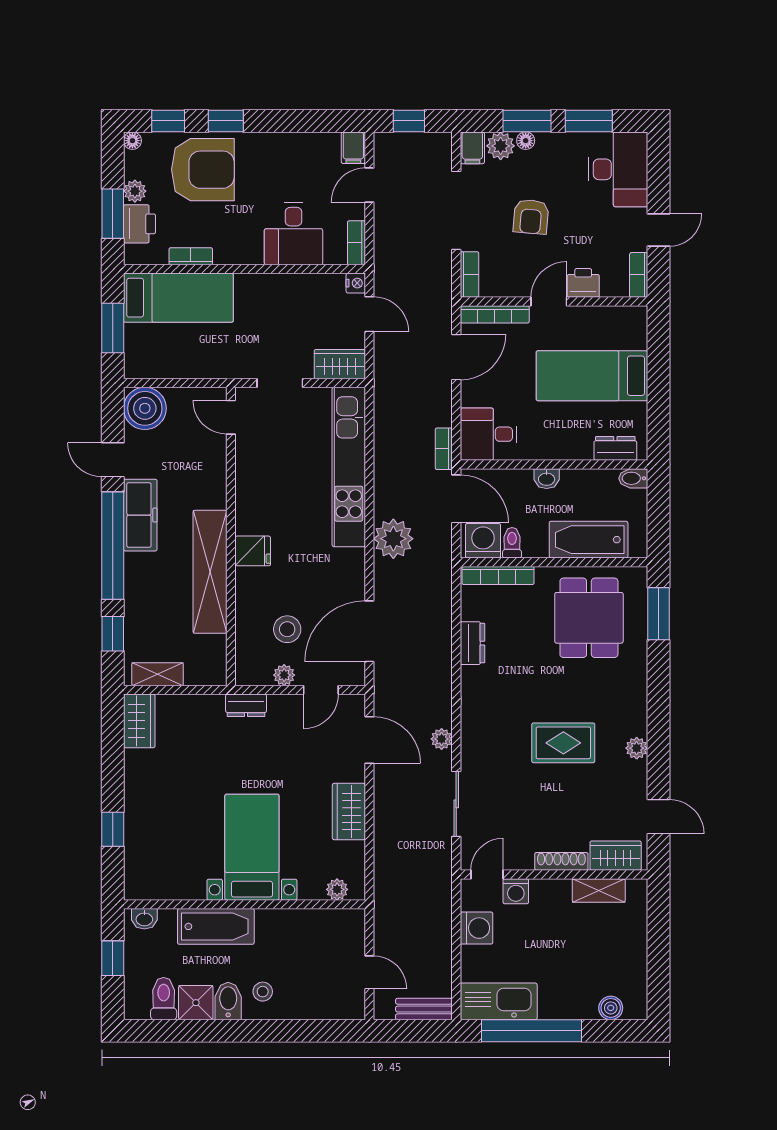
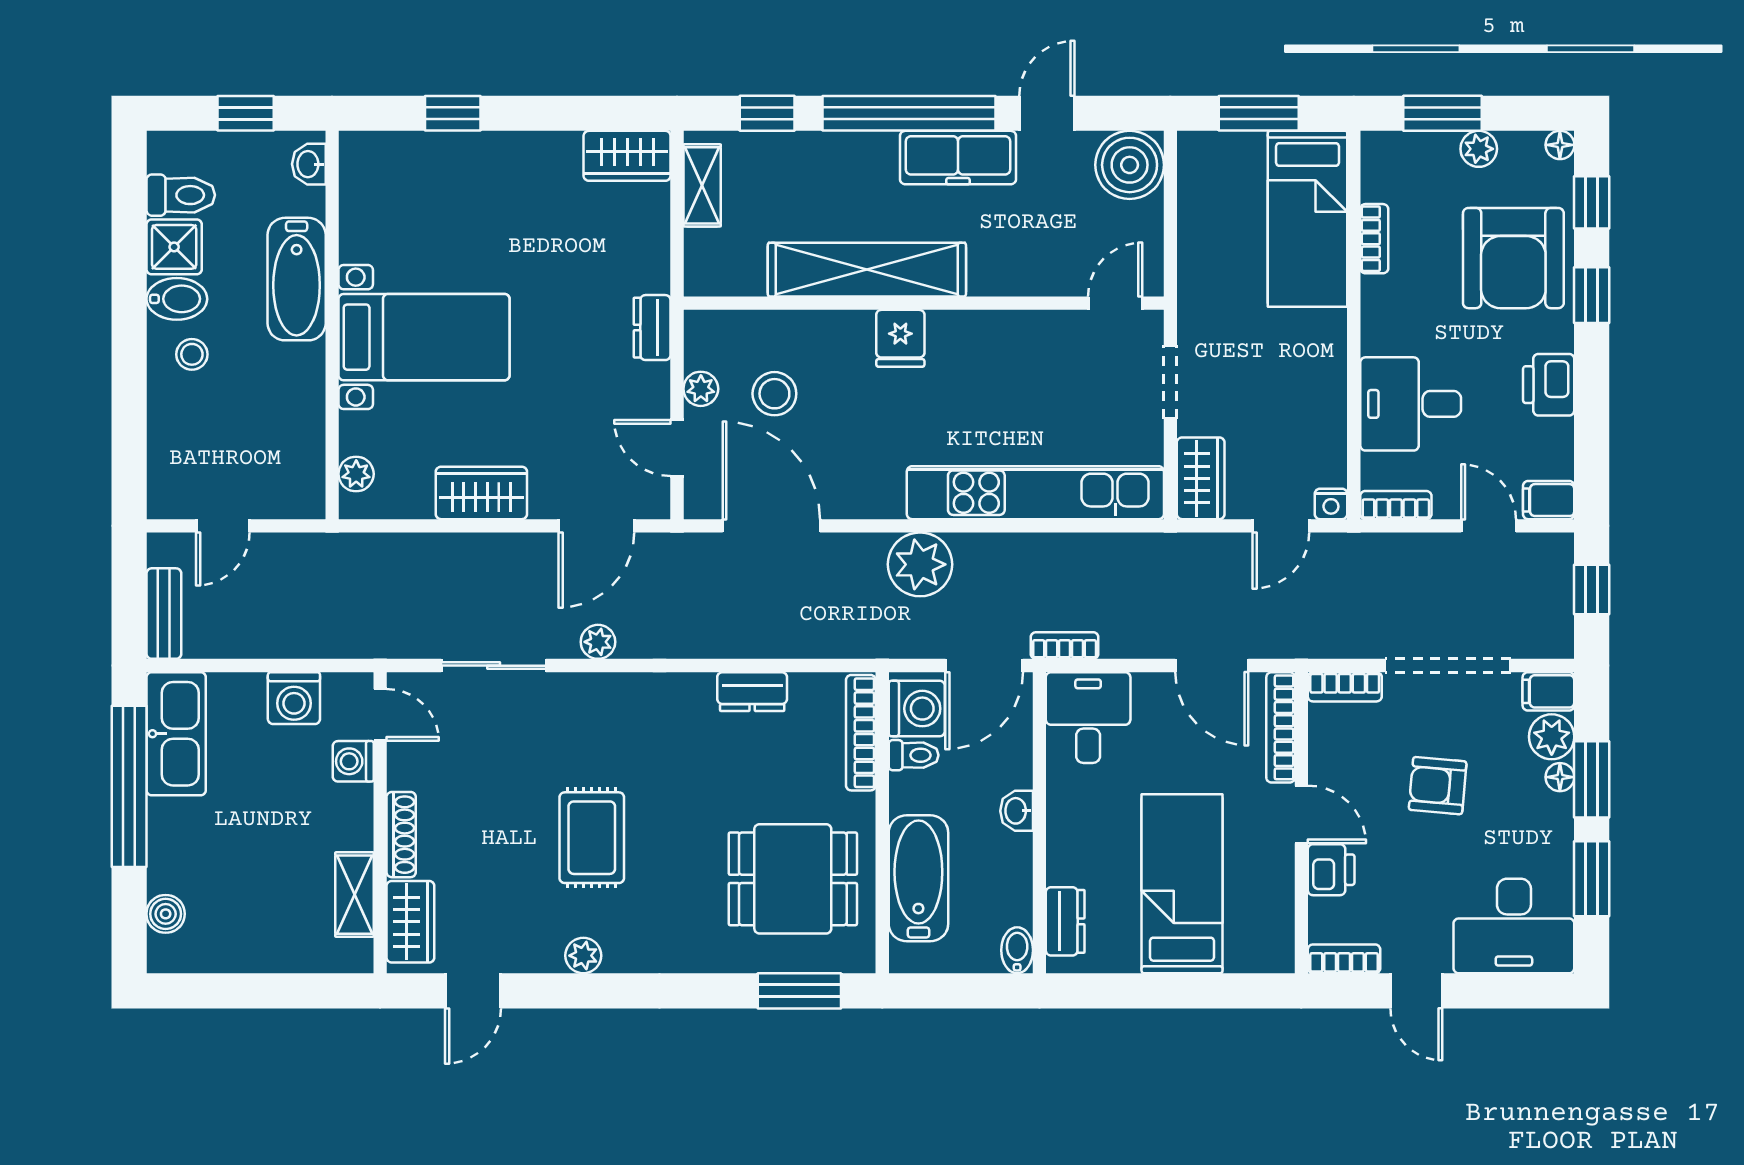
printer: (139, 224) -> (1549, 385), moved, turned 90

